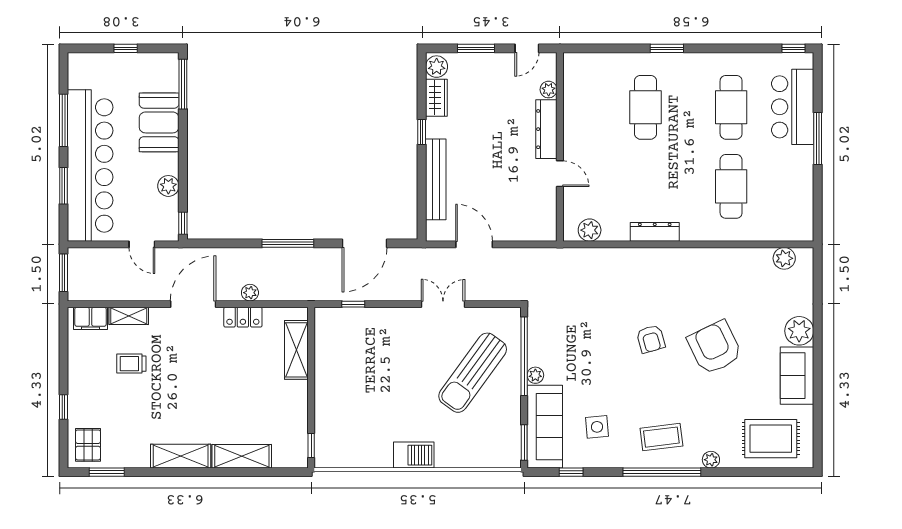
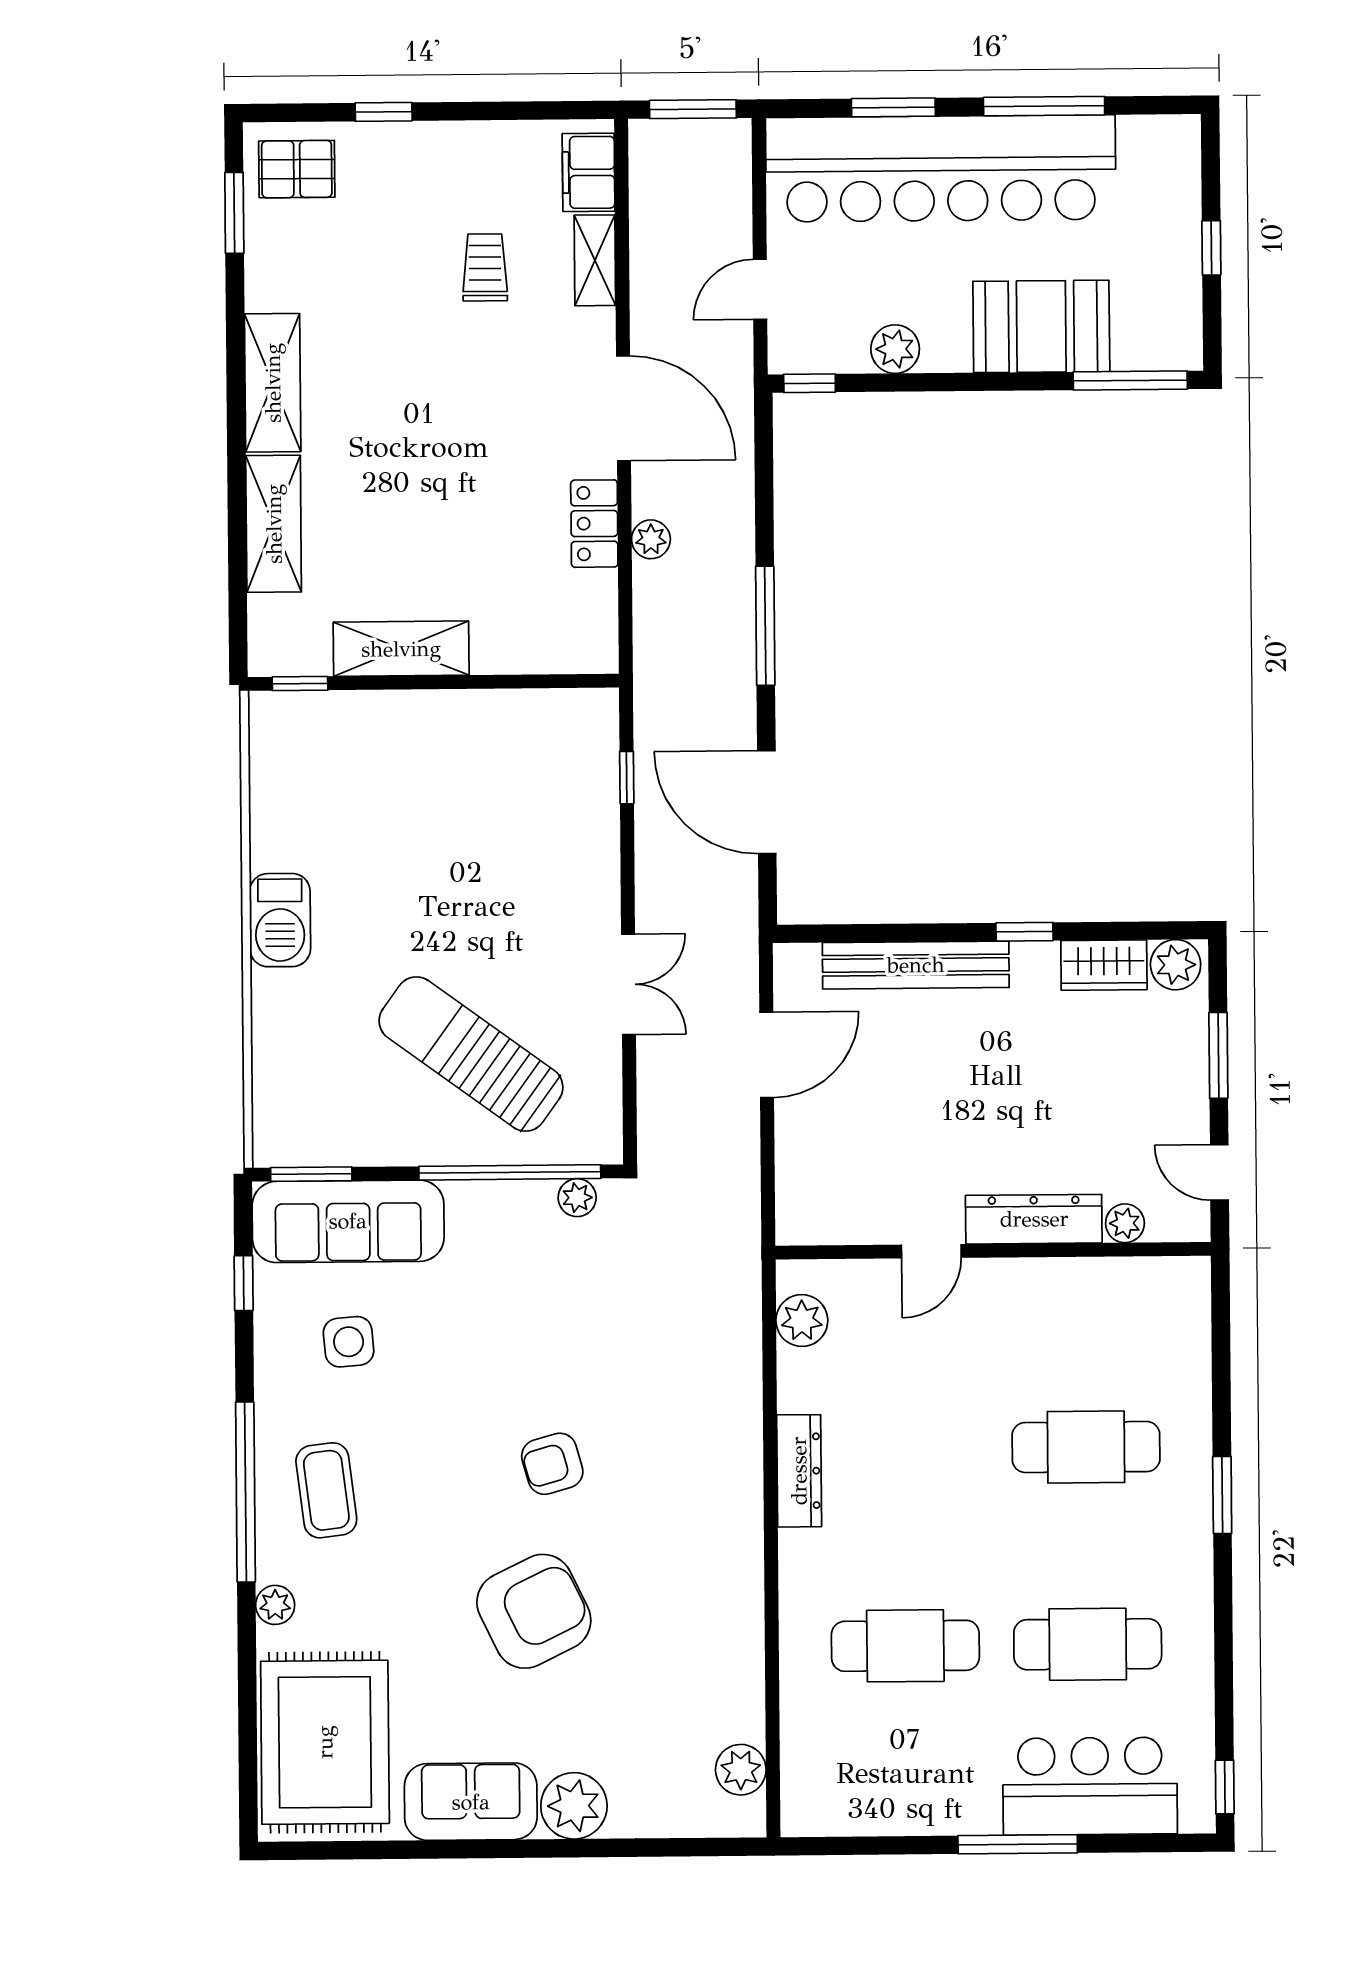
shelving: (296, 350) -> (401, 649), moved
plant: (535, 375) -> (577, 1198), moved
rug: (771, 439) -> (325, 1742), width x1.37, depth x1.44

